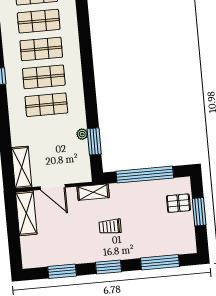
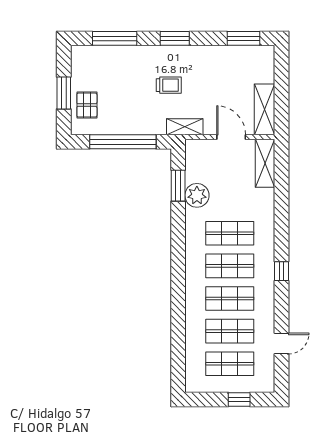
plant: (82, 134) -> (197, 195), width x1.88, depth x1.88
pallet: (178, 203) -> (87, 105), turned 90
window: (62, 271) -> (244, 38), moved

